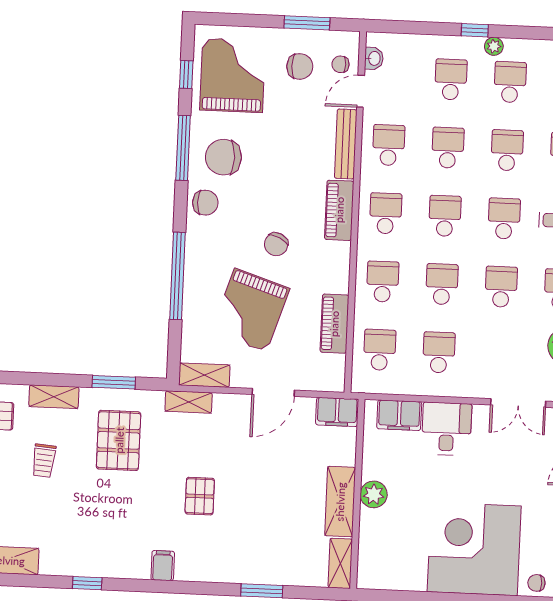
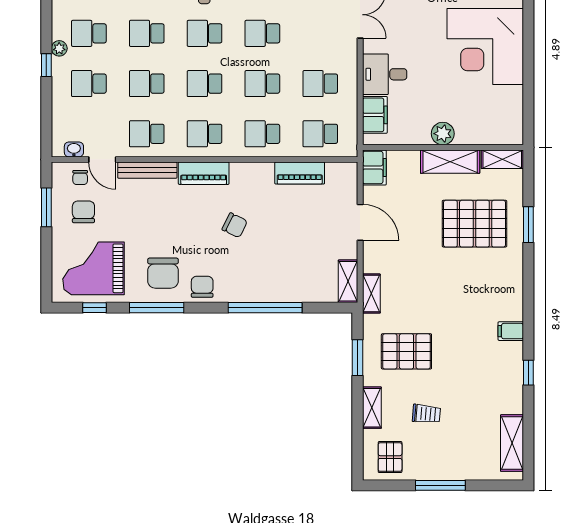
grand piano: (250, 310) -> (291, 245), removed
pallet: (200, 496) -> (474, 224), moved, width x2.05, depth x2.00
filing cabinet: (163, 566) -> (511, 331), moved

